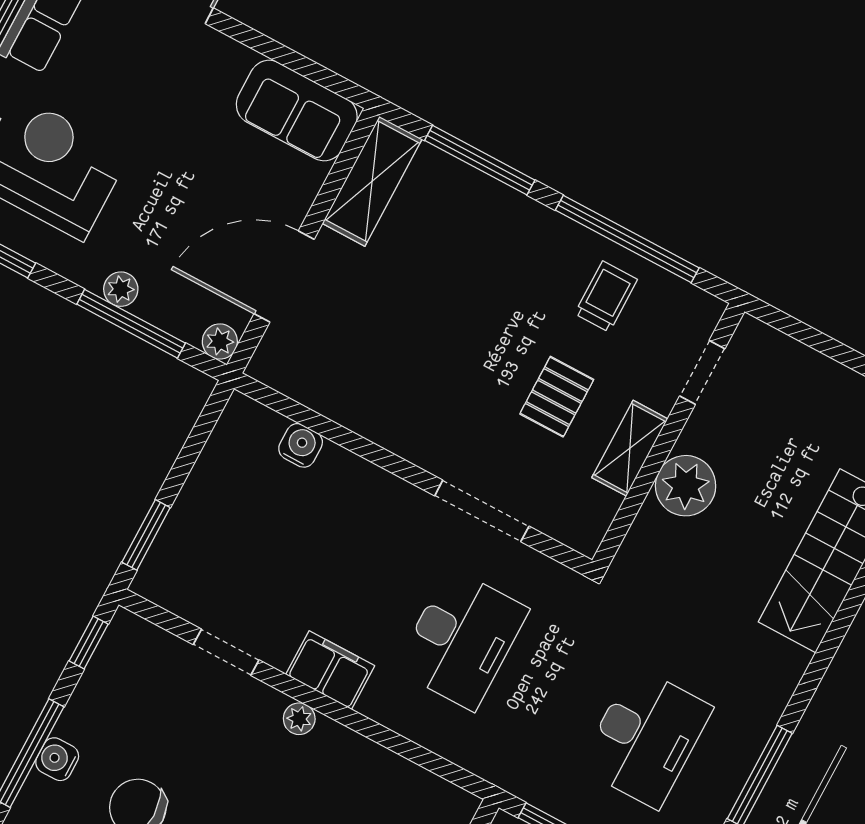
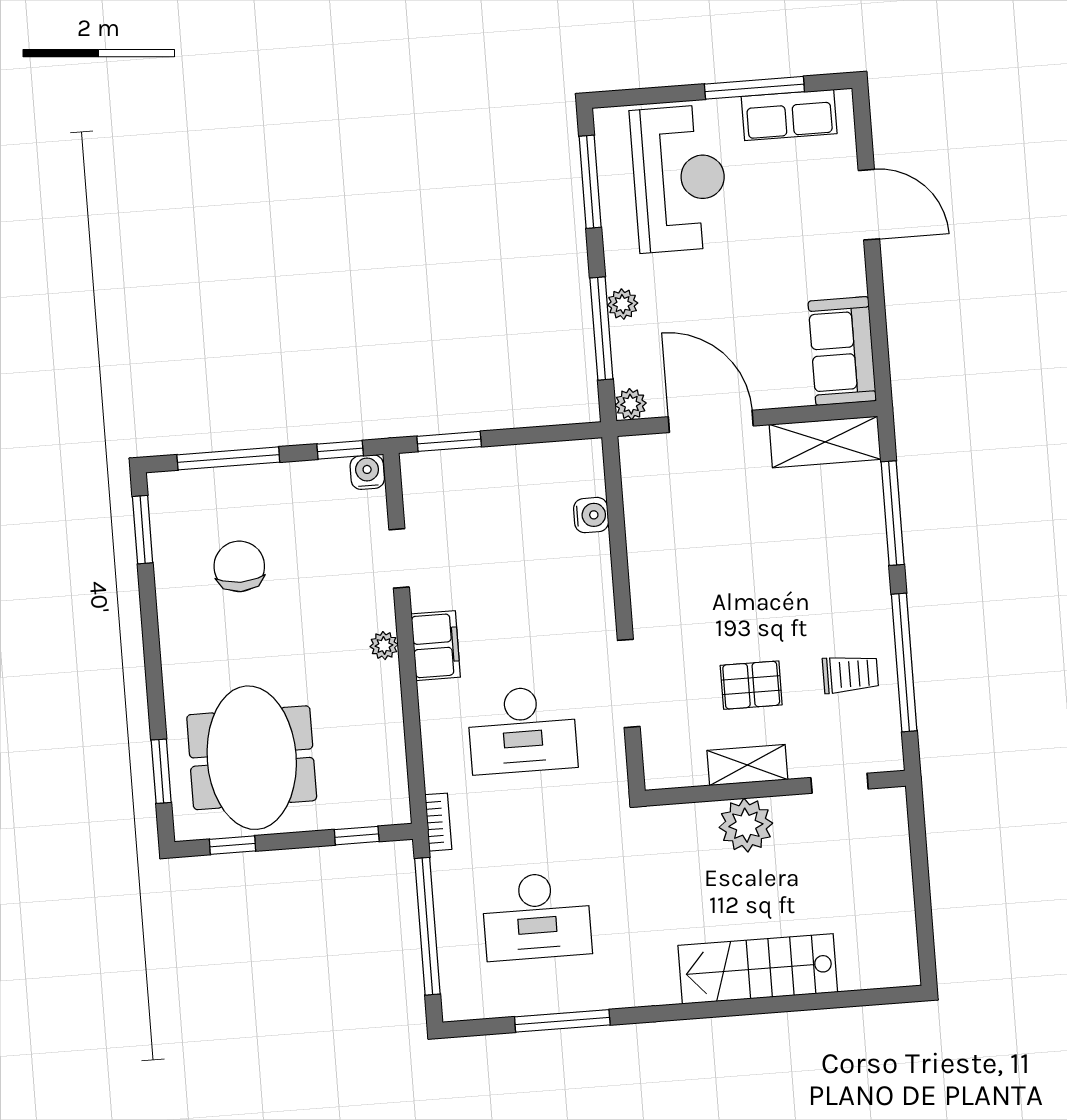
water cooler: (57, 759) -> (367, 472), moved
bookcase: (498, 773) -> (438, 822), added

